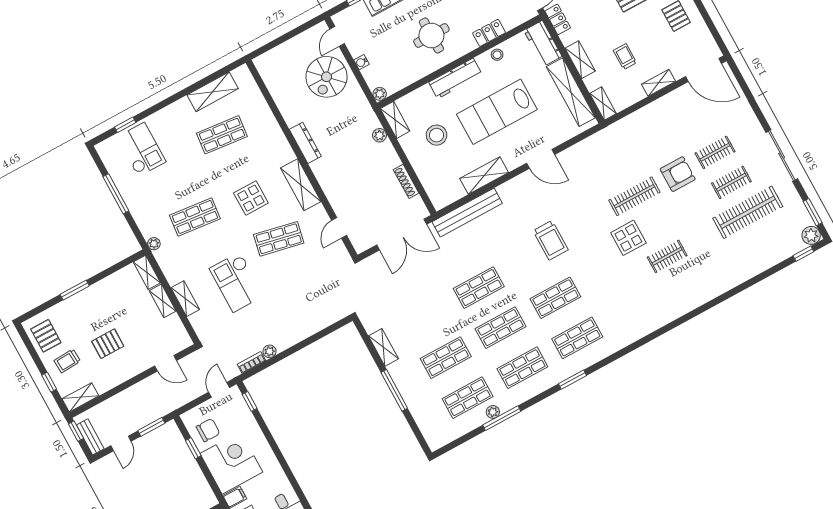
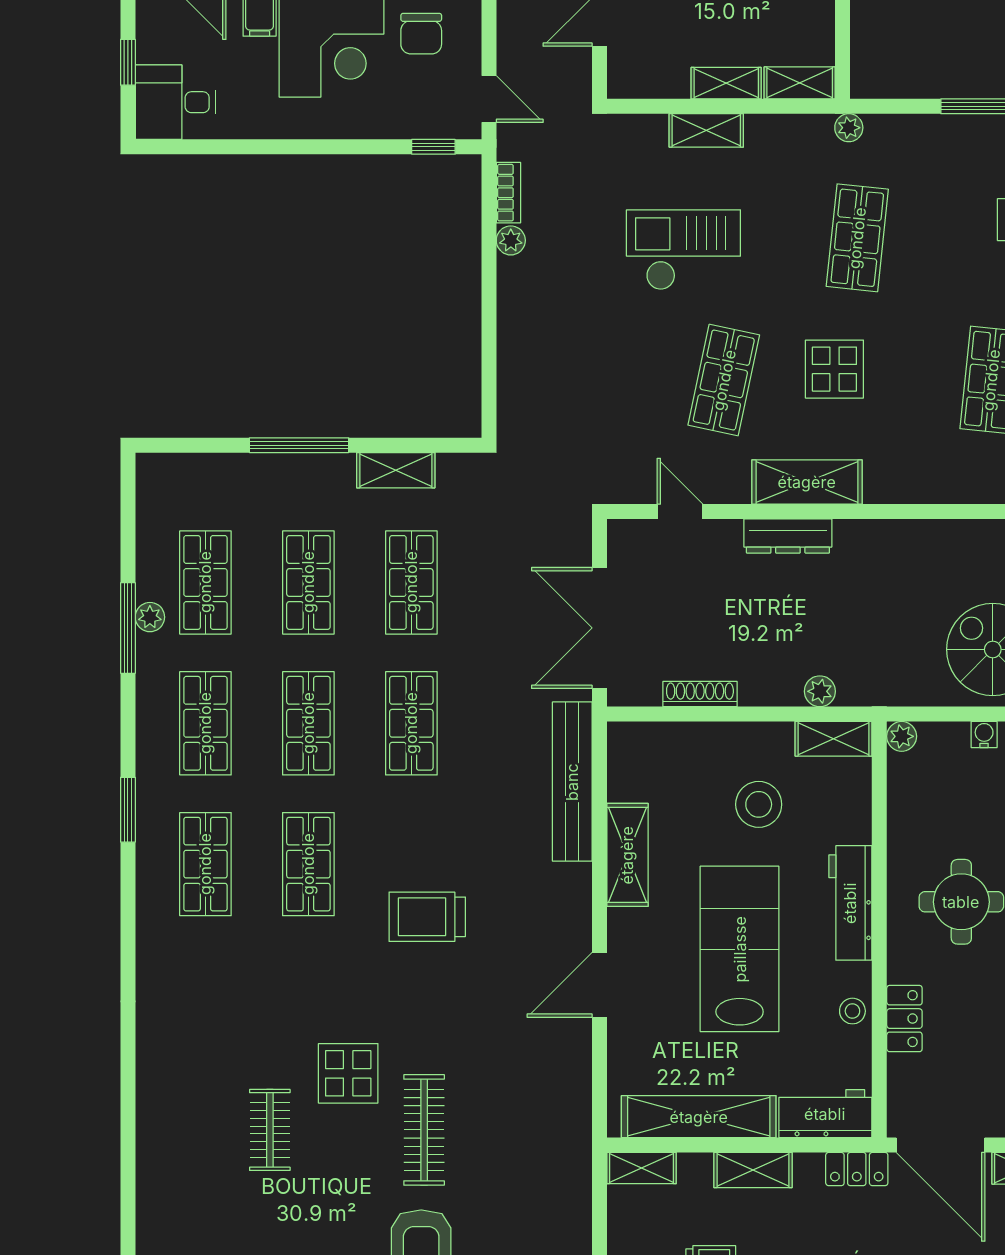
dresser: (305, 143) -> (788, 536), moved
shop shelf: (424, 317) -> (411, 582), added

